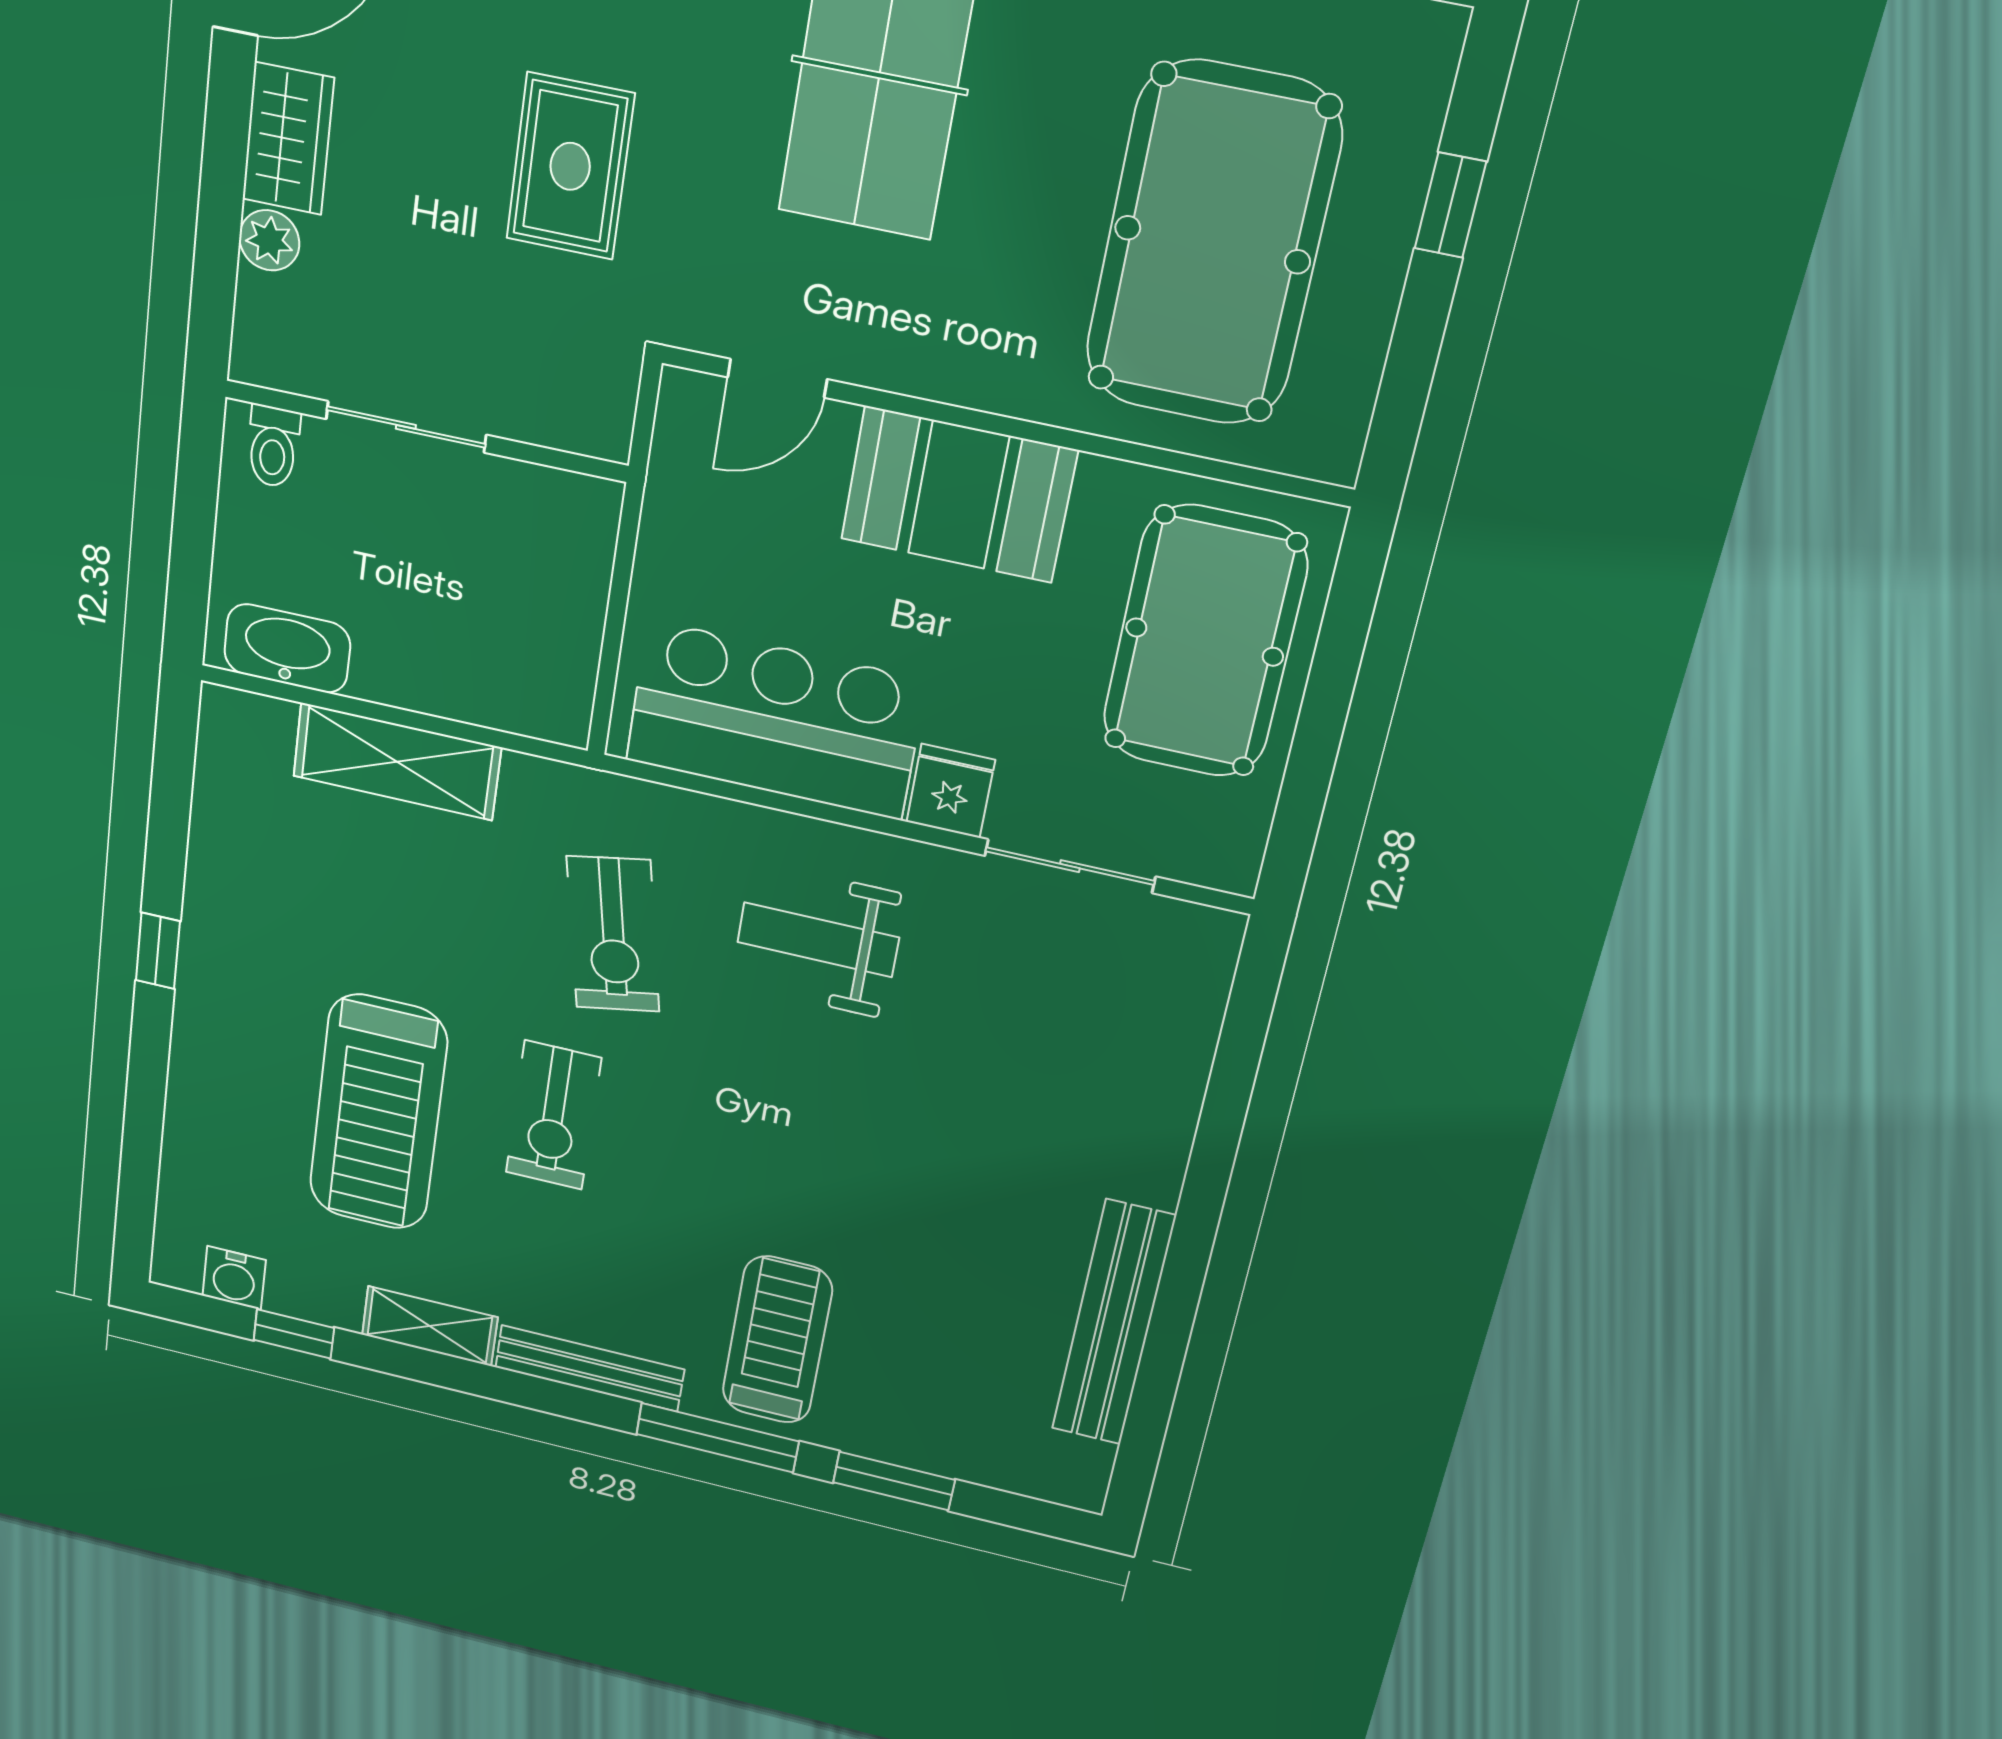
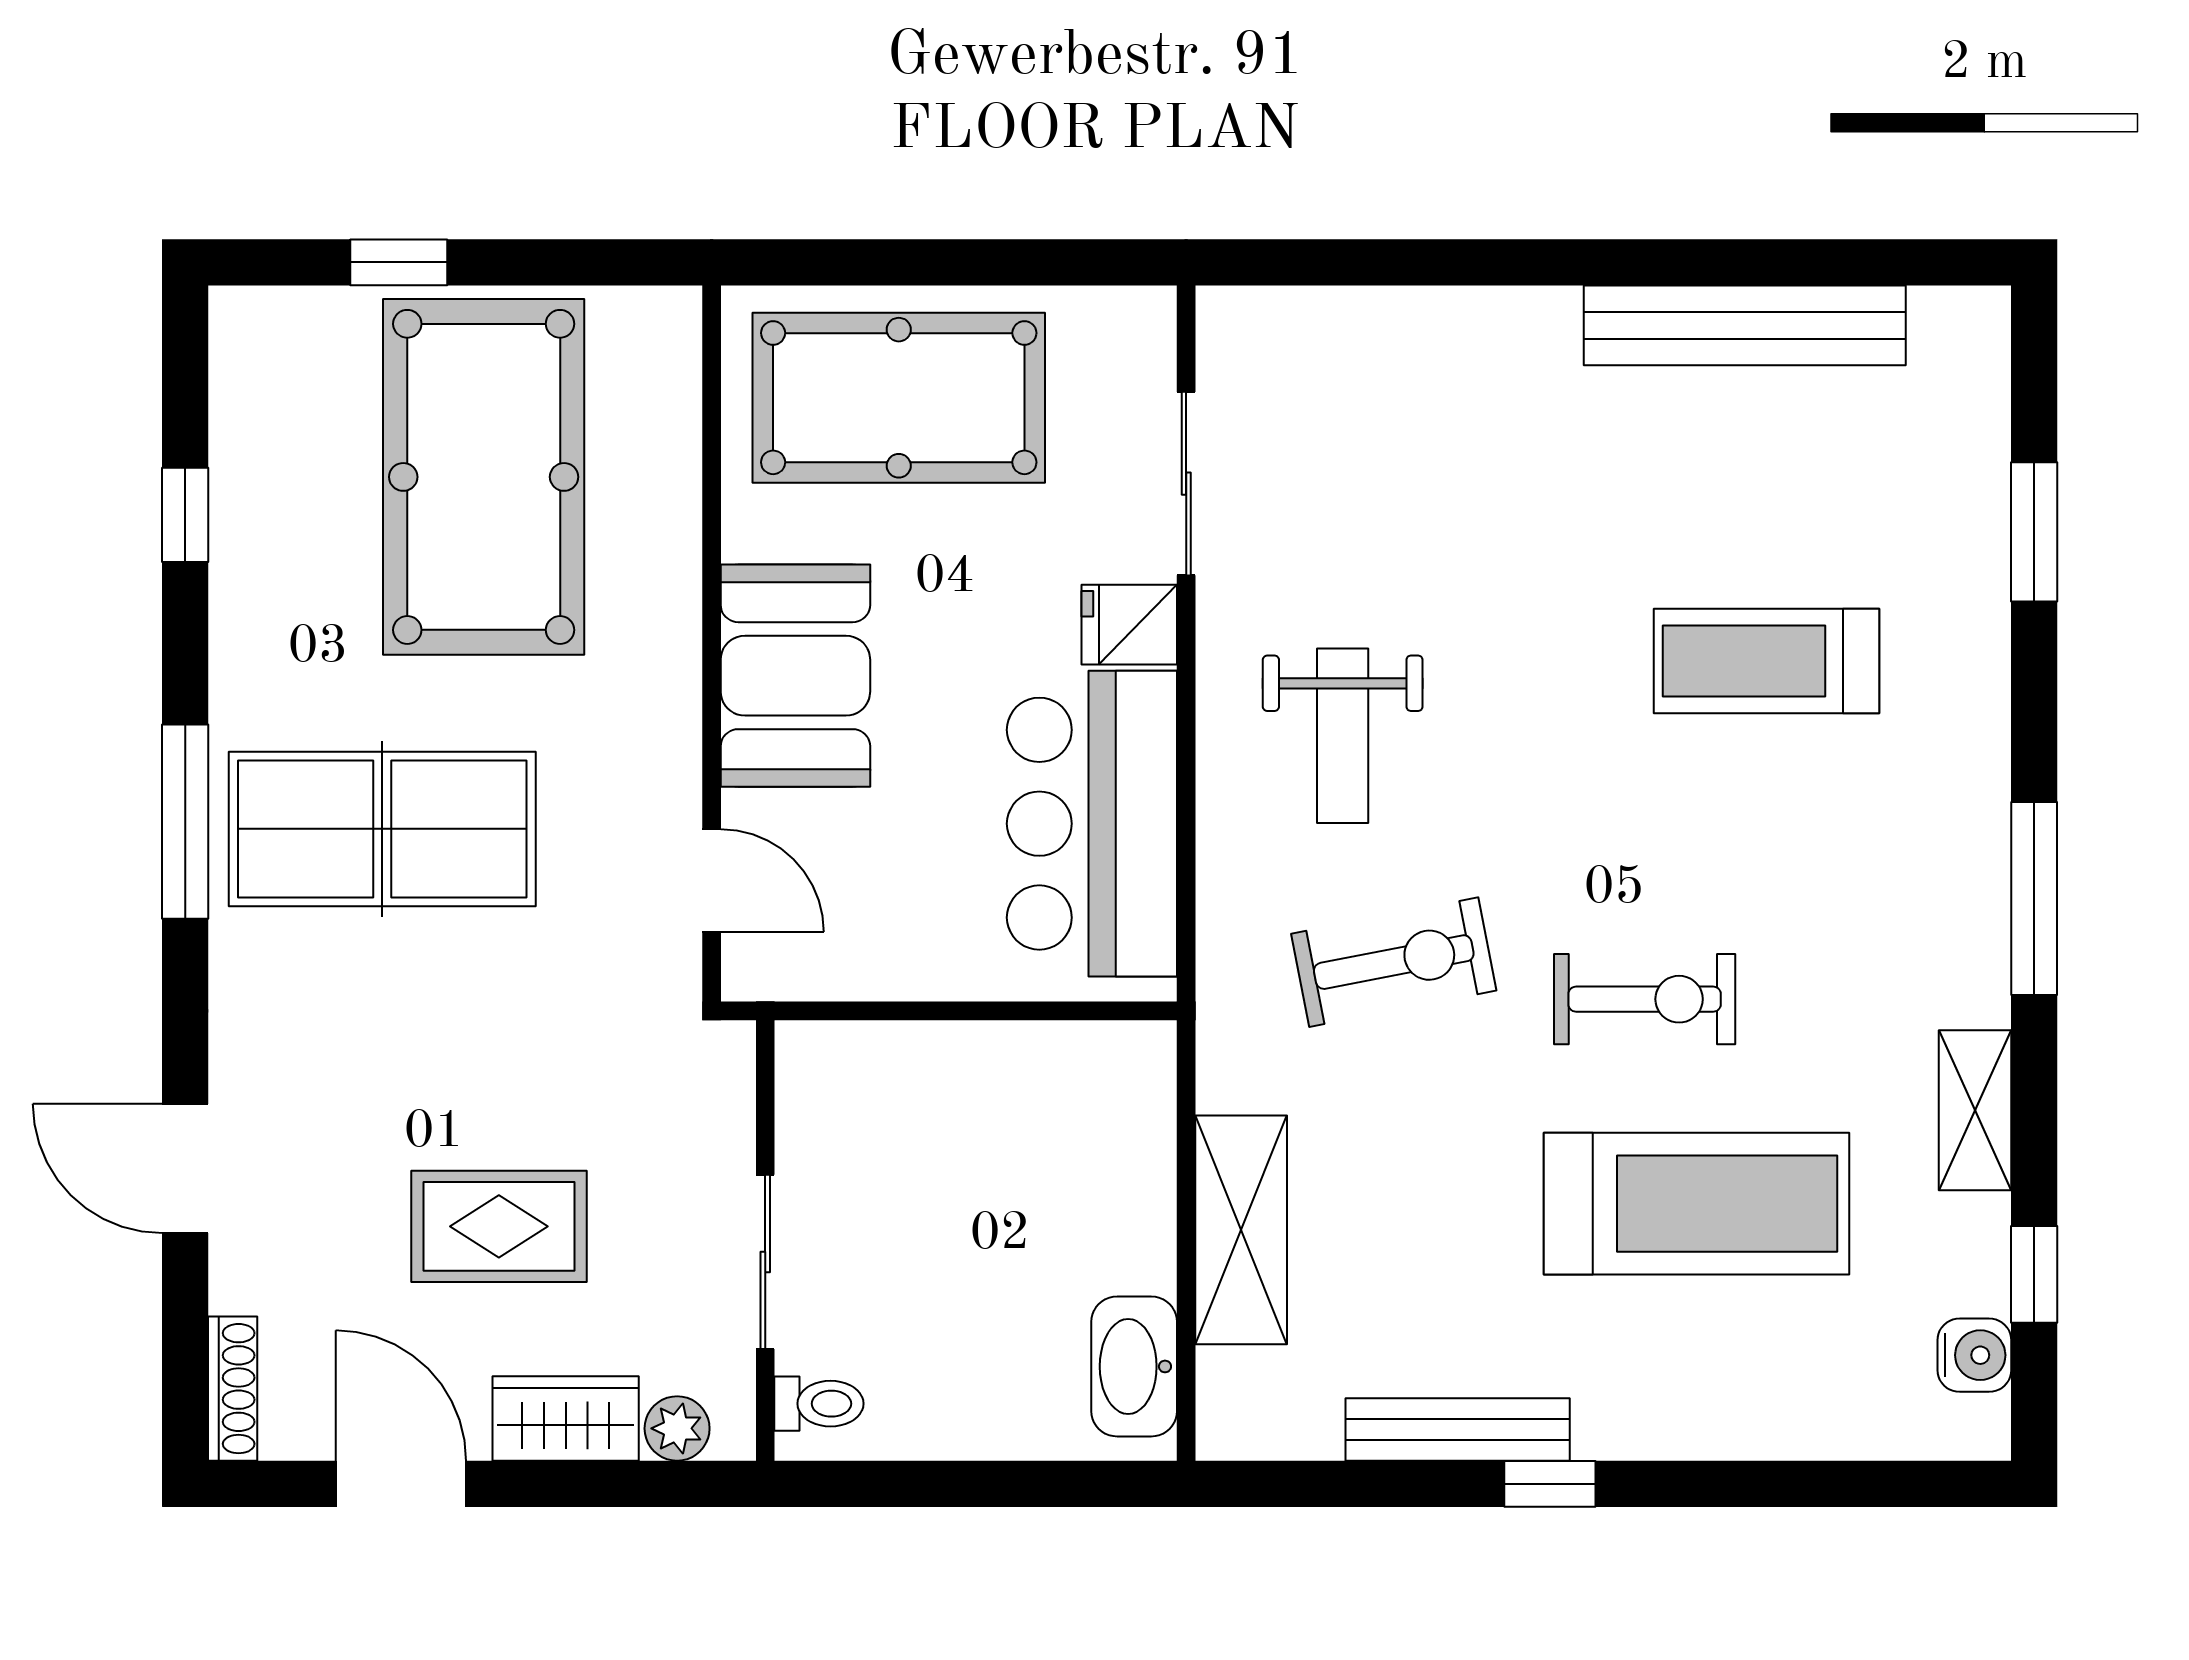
rug: (570, 166) -> (499, 1226), moved
pool table: (1212, 245) -> (484, 477), turned 90
sliding door: (406, 427) -> (765, 1262), moved
wall: (426, 431) -> (765, 1240), moved
toilet: (273, 446) -> (819, 1404), moved
treadmill: (777, 1340) -> (1767, 661), moved
bench: (590, 1368) -> (1458, 1429), moved, turned 90
window: (717, 1438) -> (2034, 898), moved

